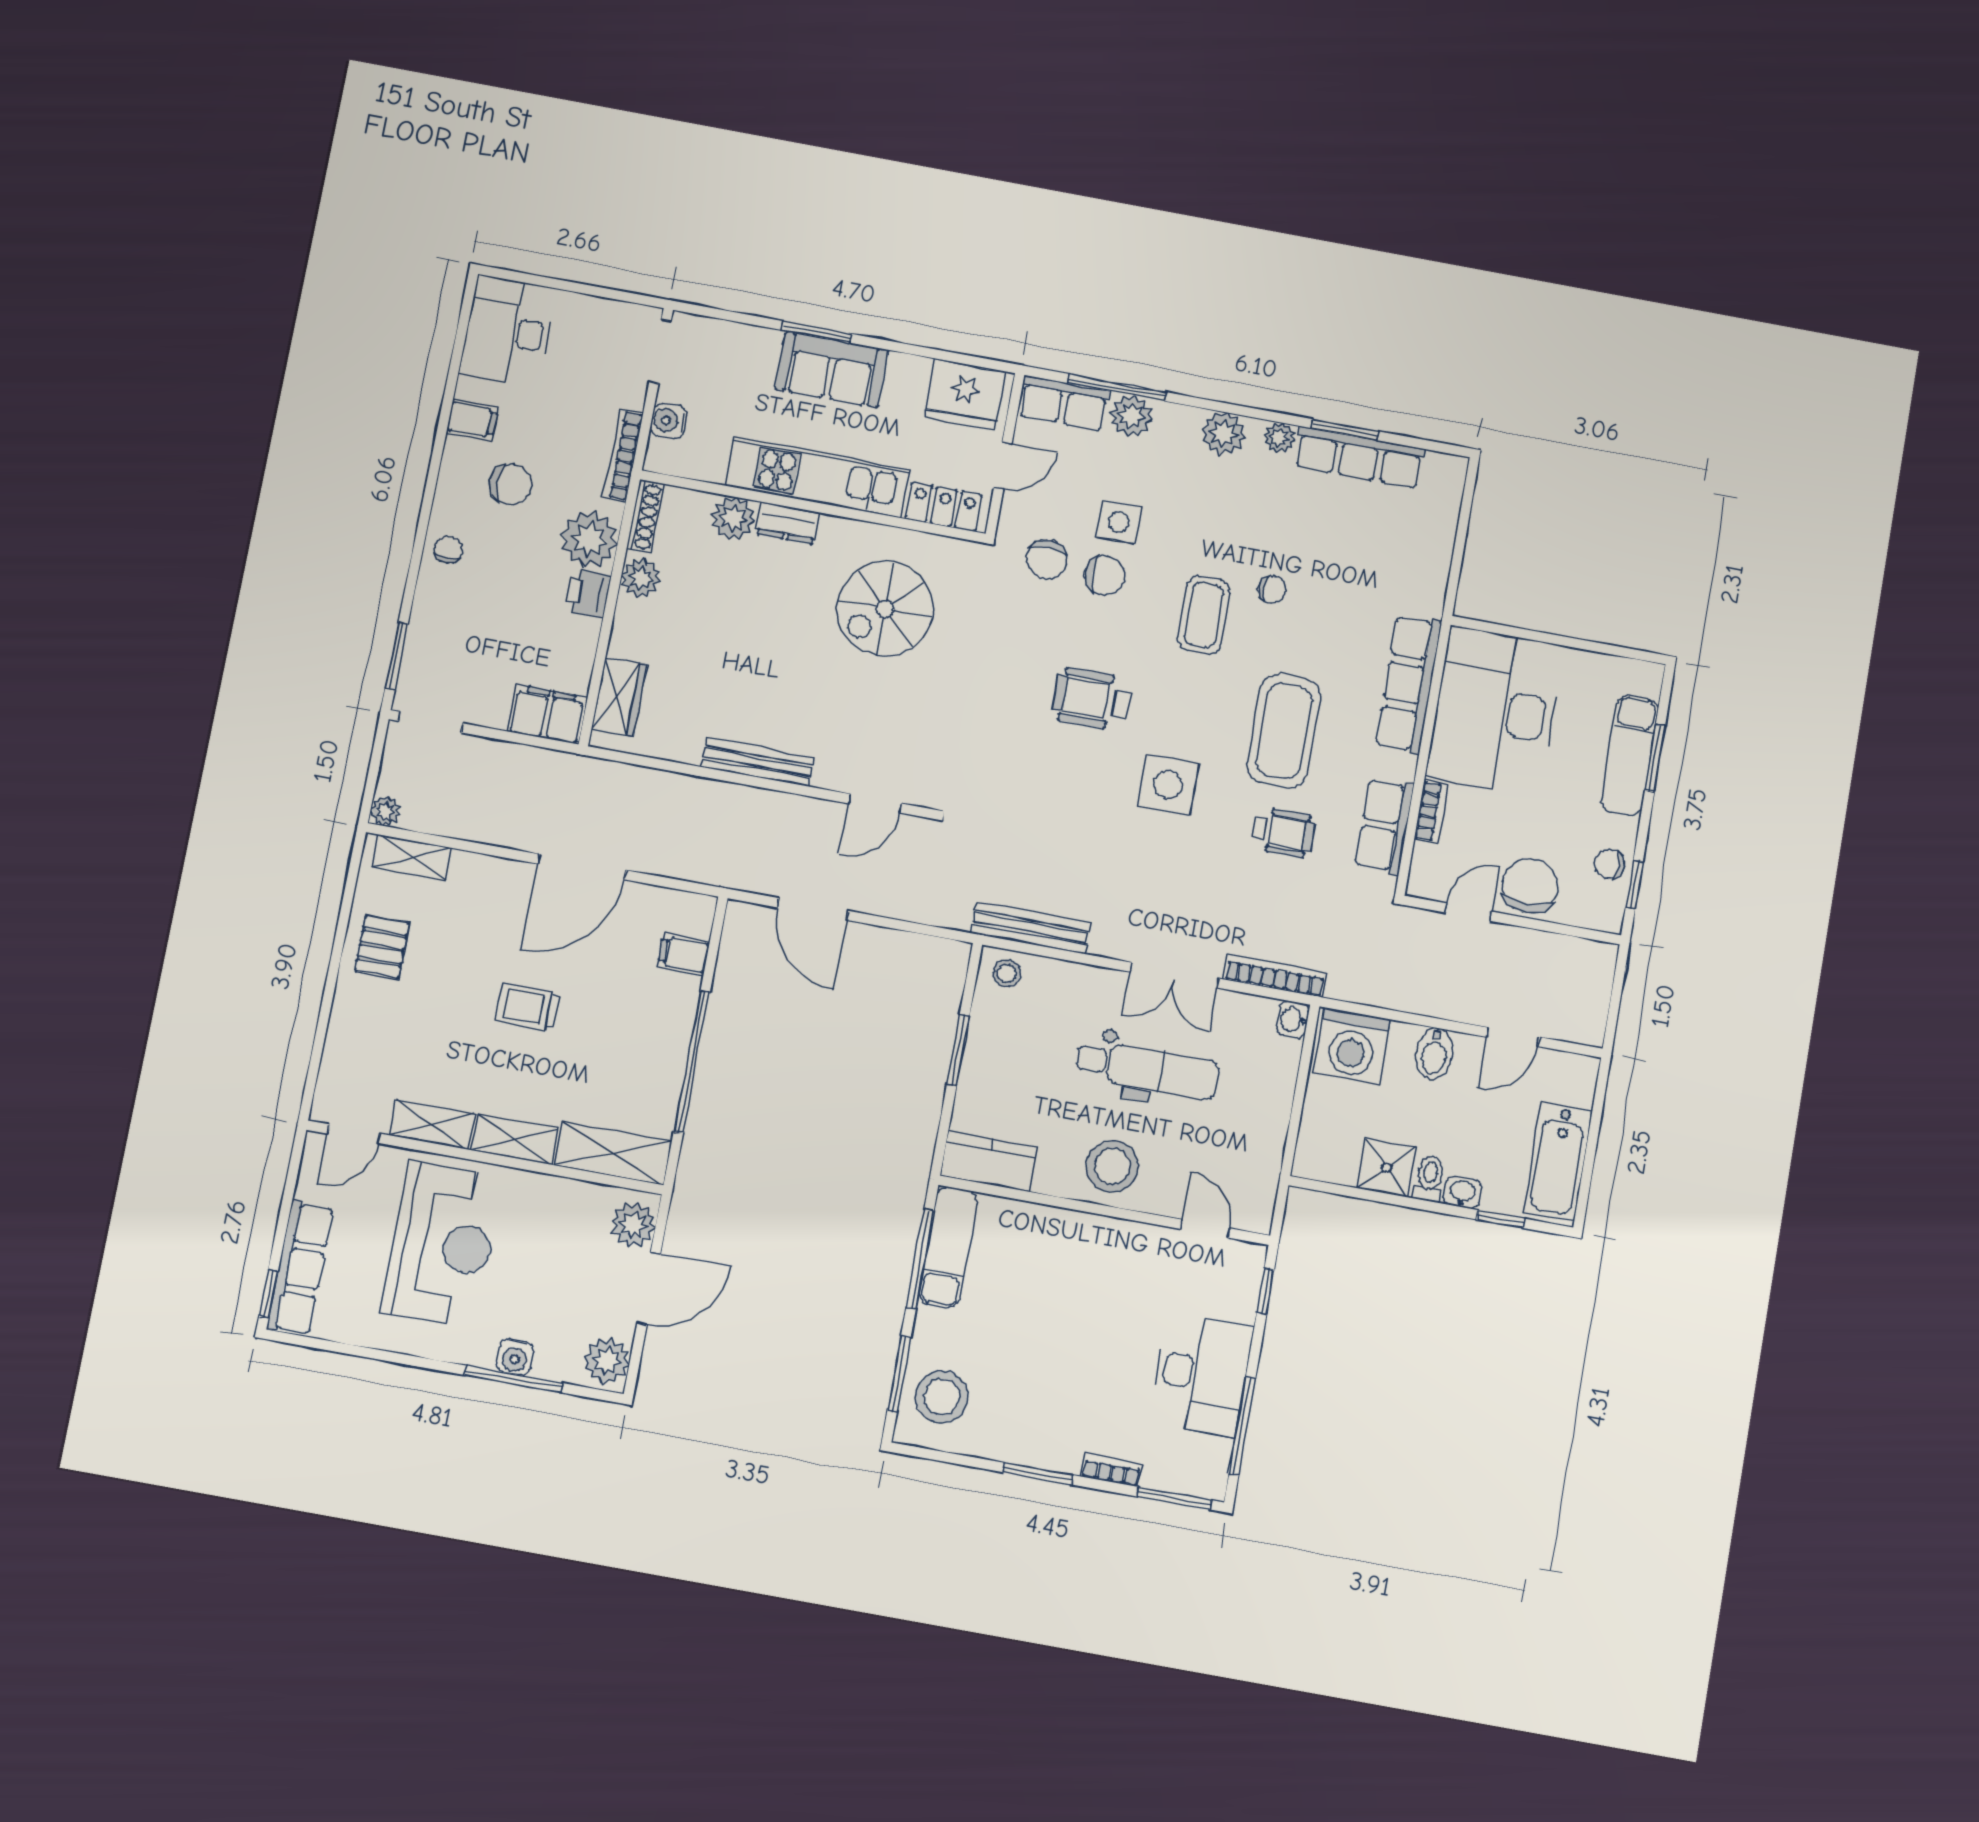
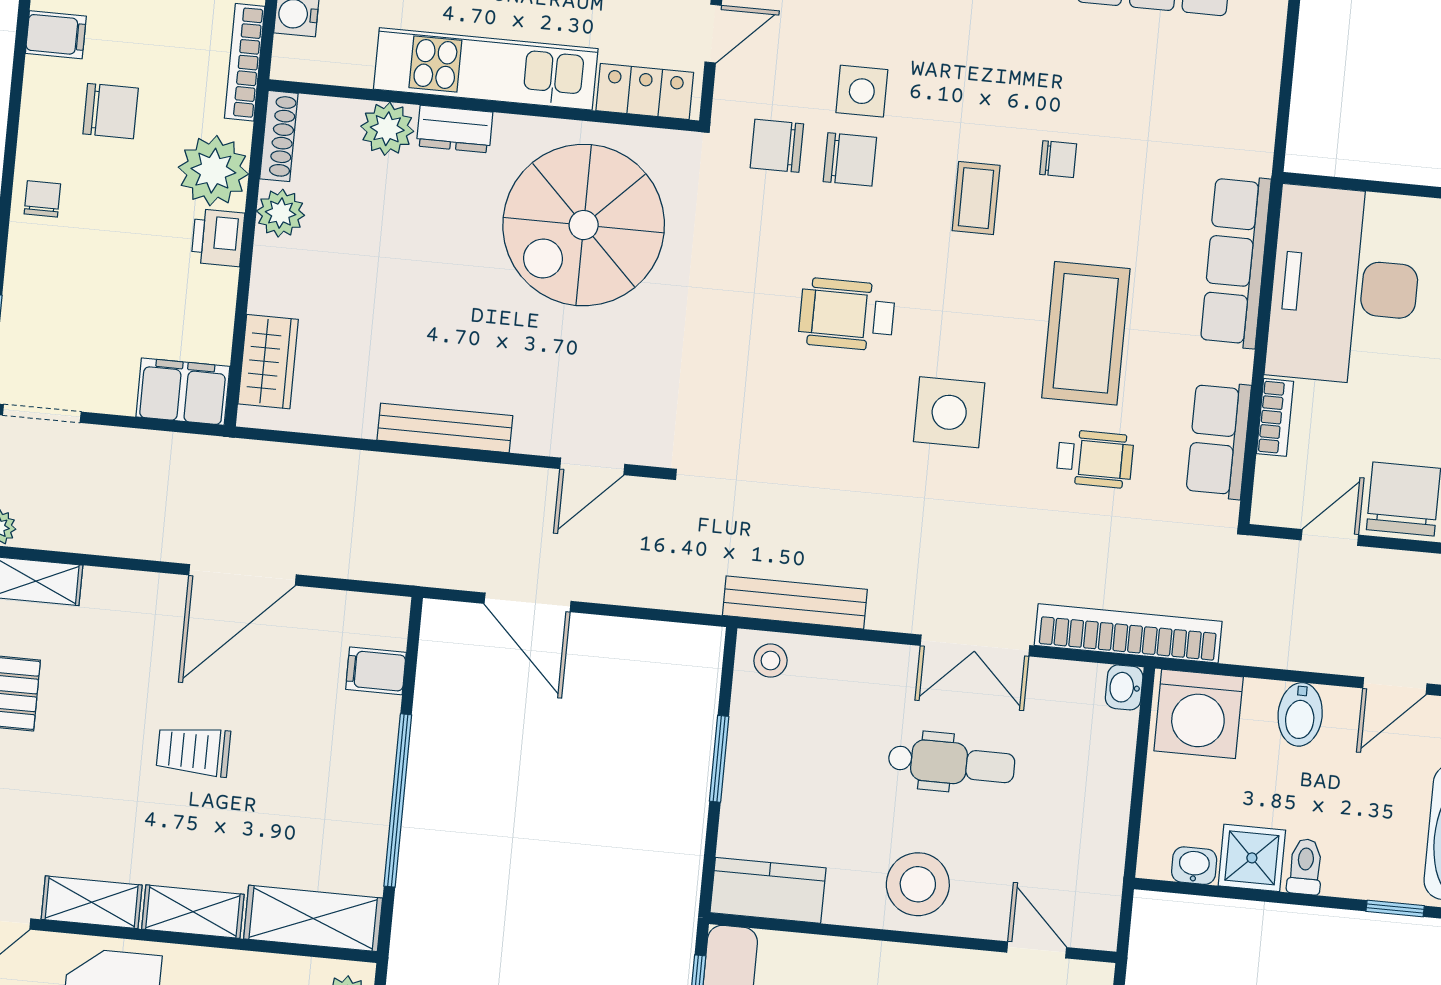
chair: (1047, 559) -> (777, 146), turned 90
spiral stairs: (885, 609) -> (584, 225), width x1.37, depth x1.37
coffee table: (1204, 615) -> (976, 198), width x0.73, depth x0.77
bookcase: (1275, 976) -> (1128, 633), width x1.48, depth x1.31
dental chair: (1148, 1069) -> (952, 763), width x0.73, depth x0.72
washbasin: (1462, 1193) -> (1194, 866), moved

